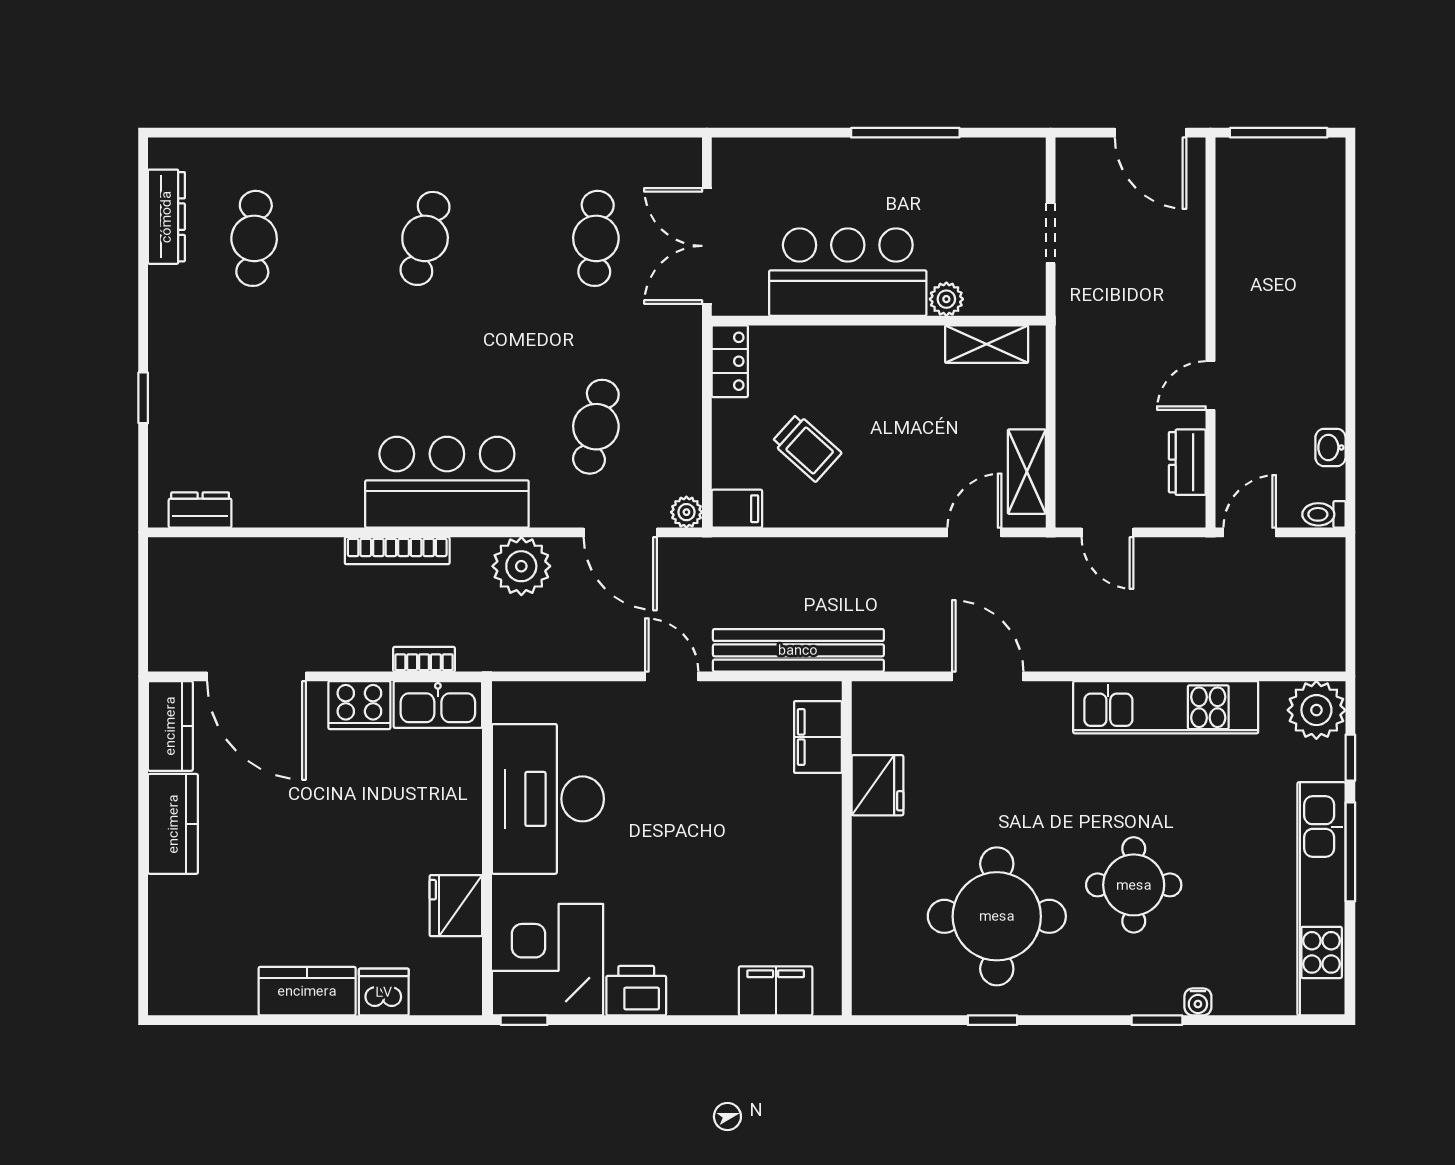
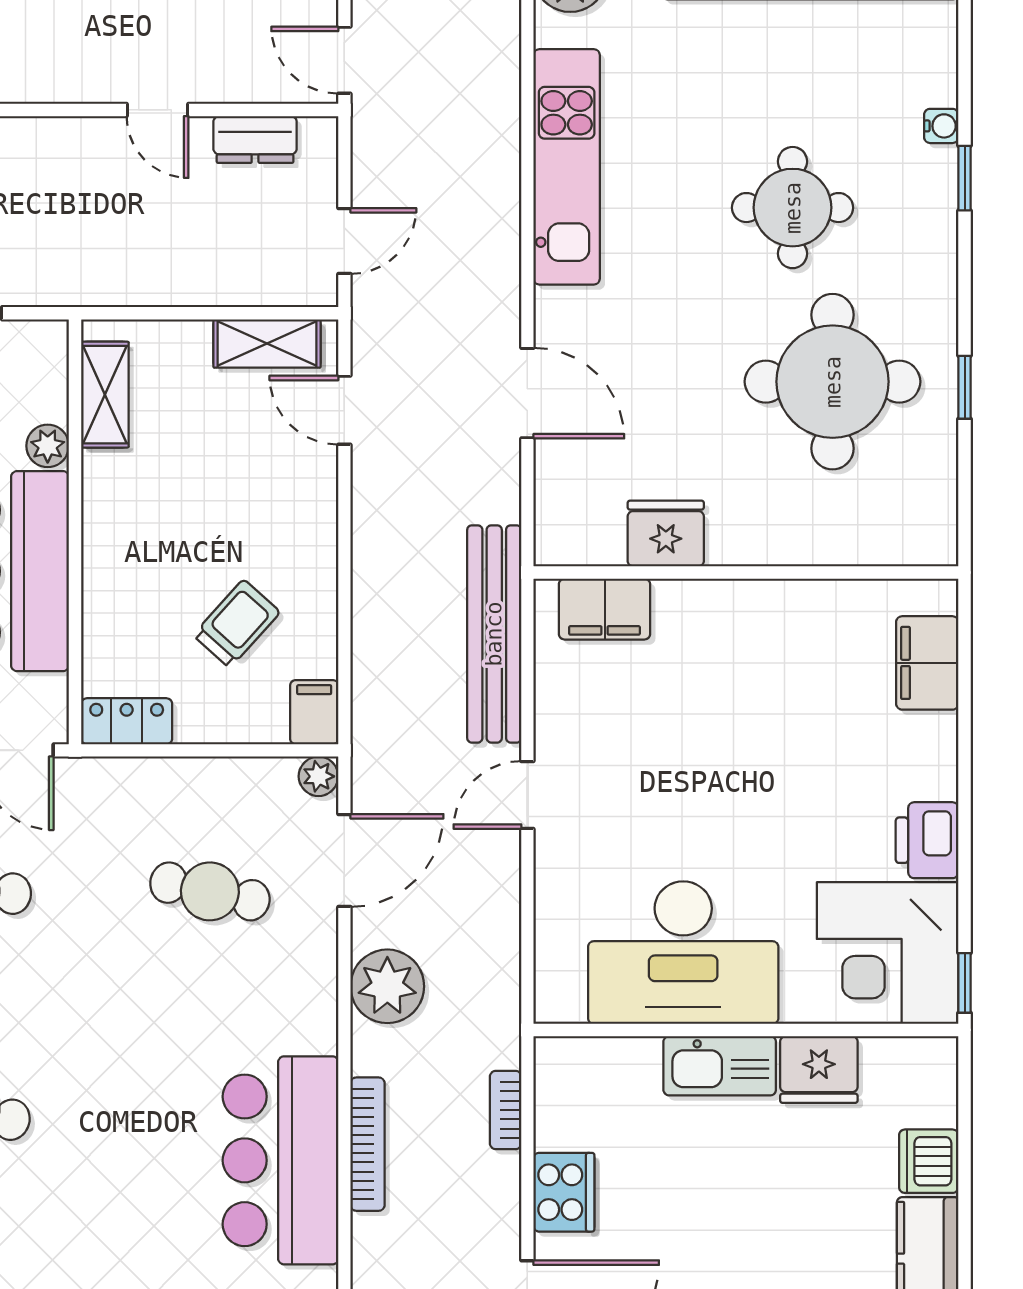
bar counter: (447, 482) -> (280, 1160), moved
door: (988, 676) -> (527, 393), swing flipped
kitchen sink: (438, 704) -> (720, 1066), moved, turned 90

